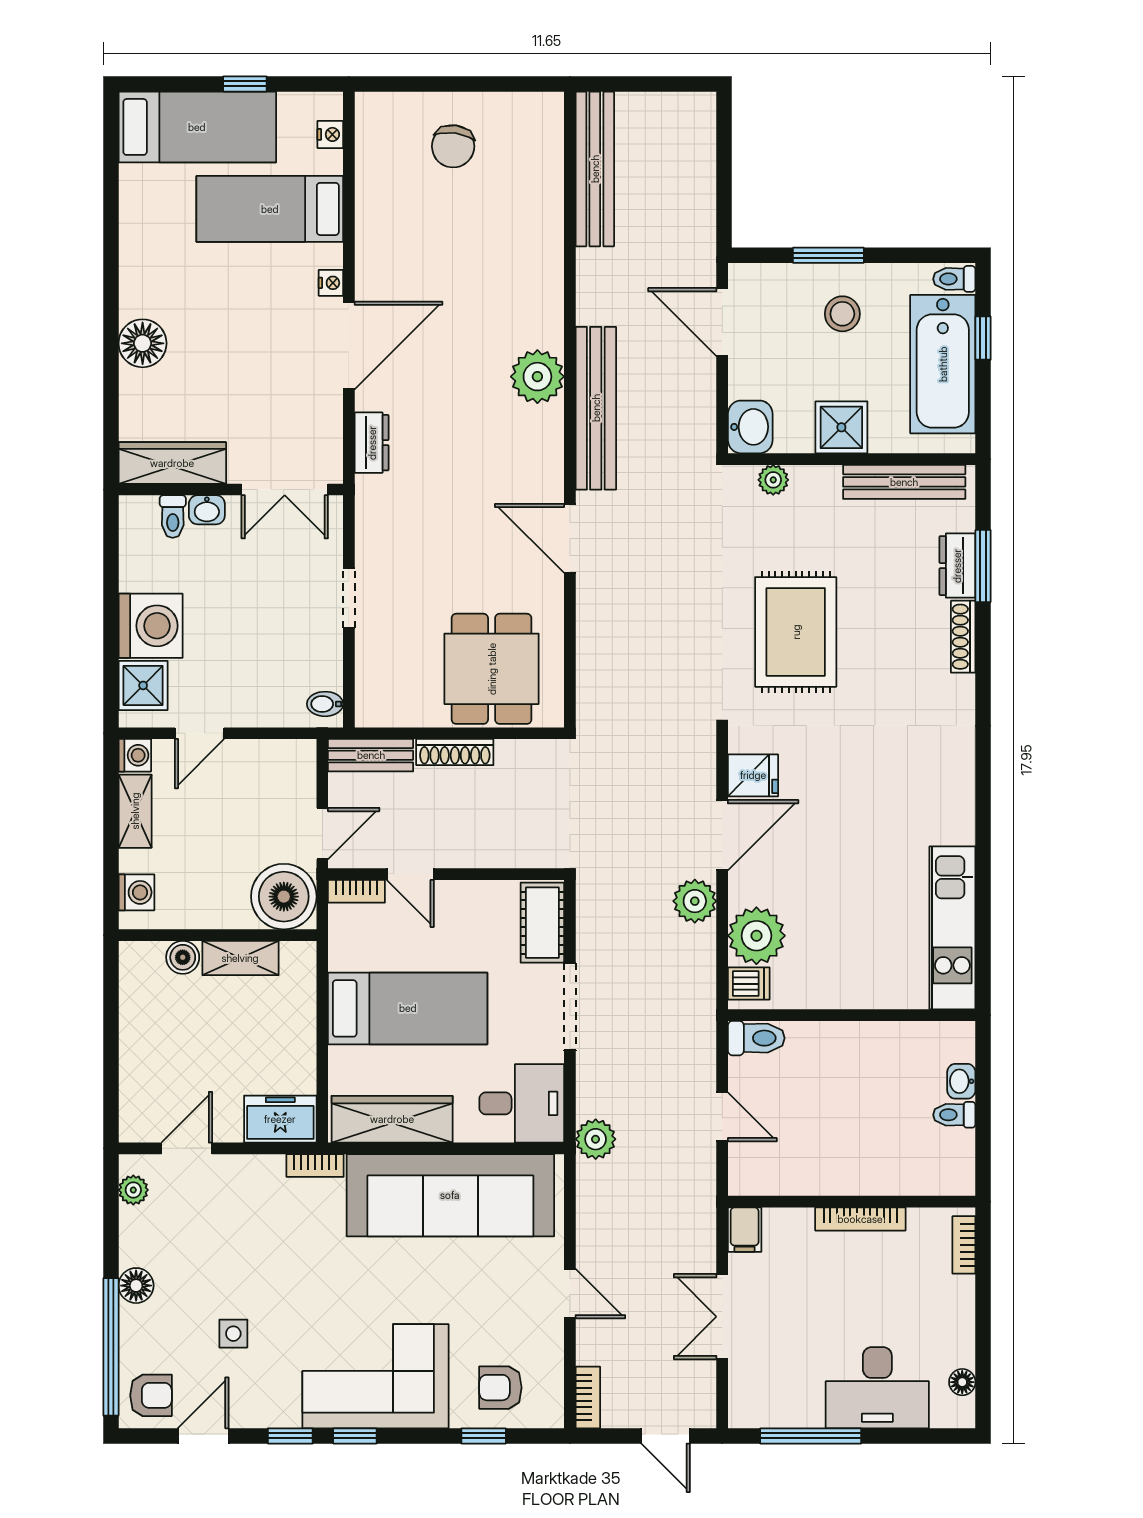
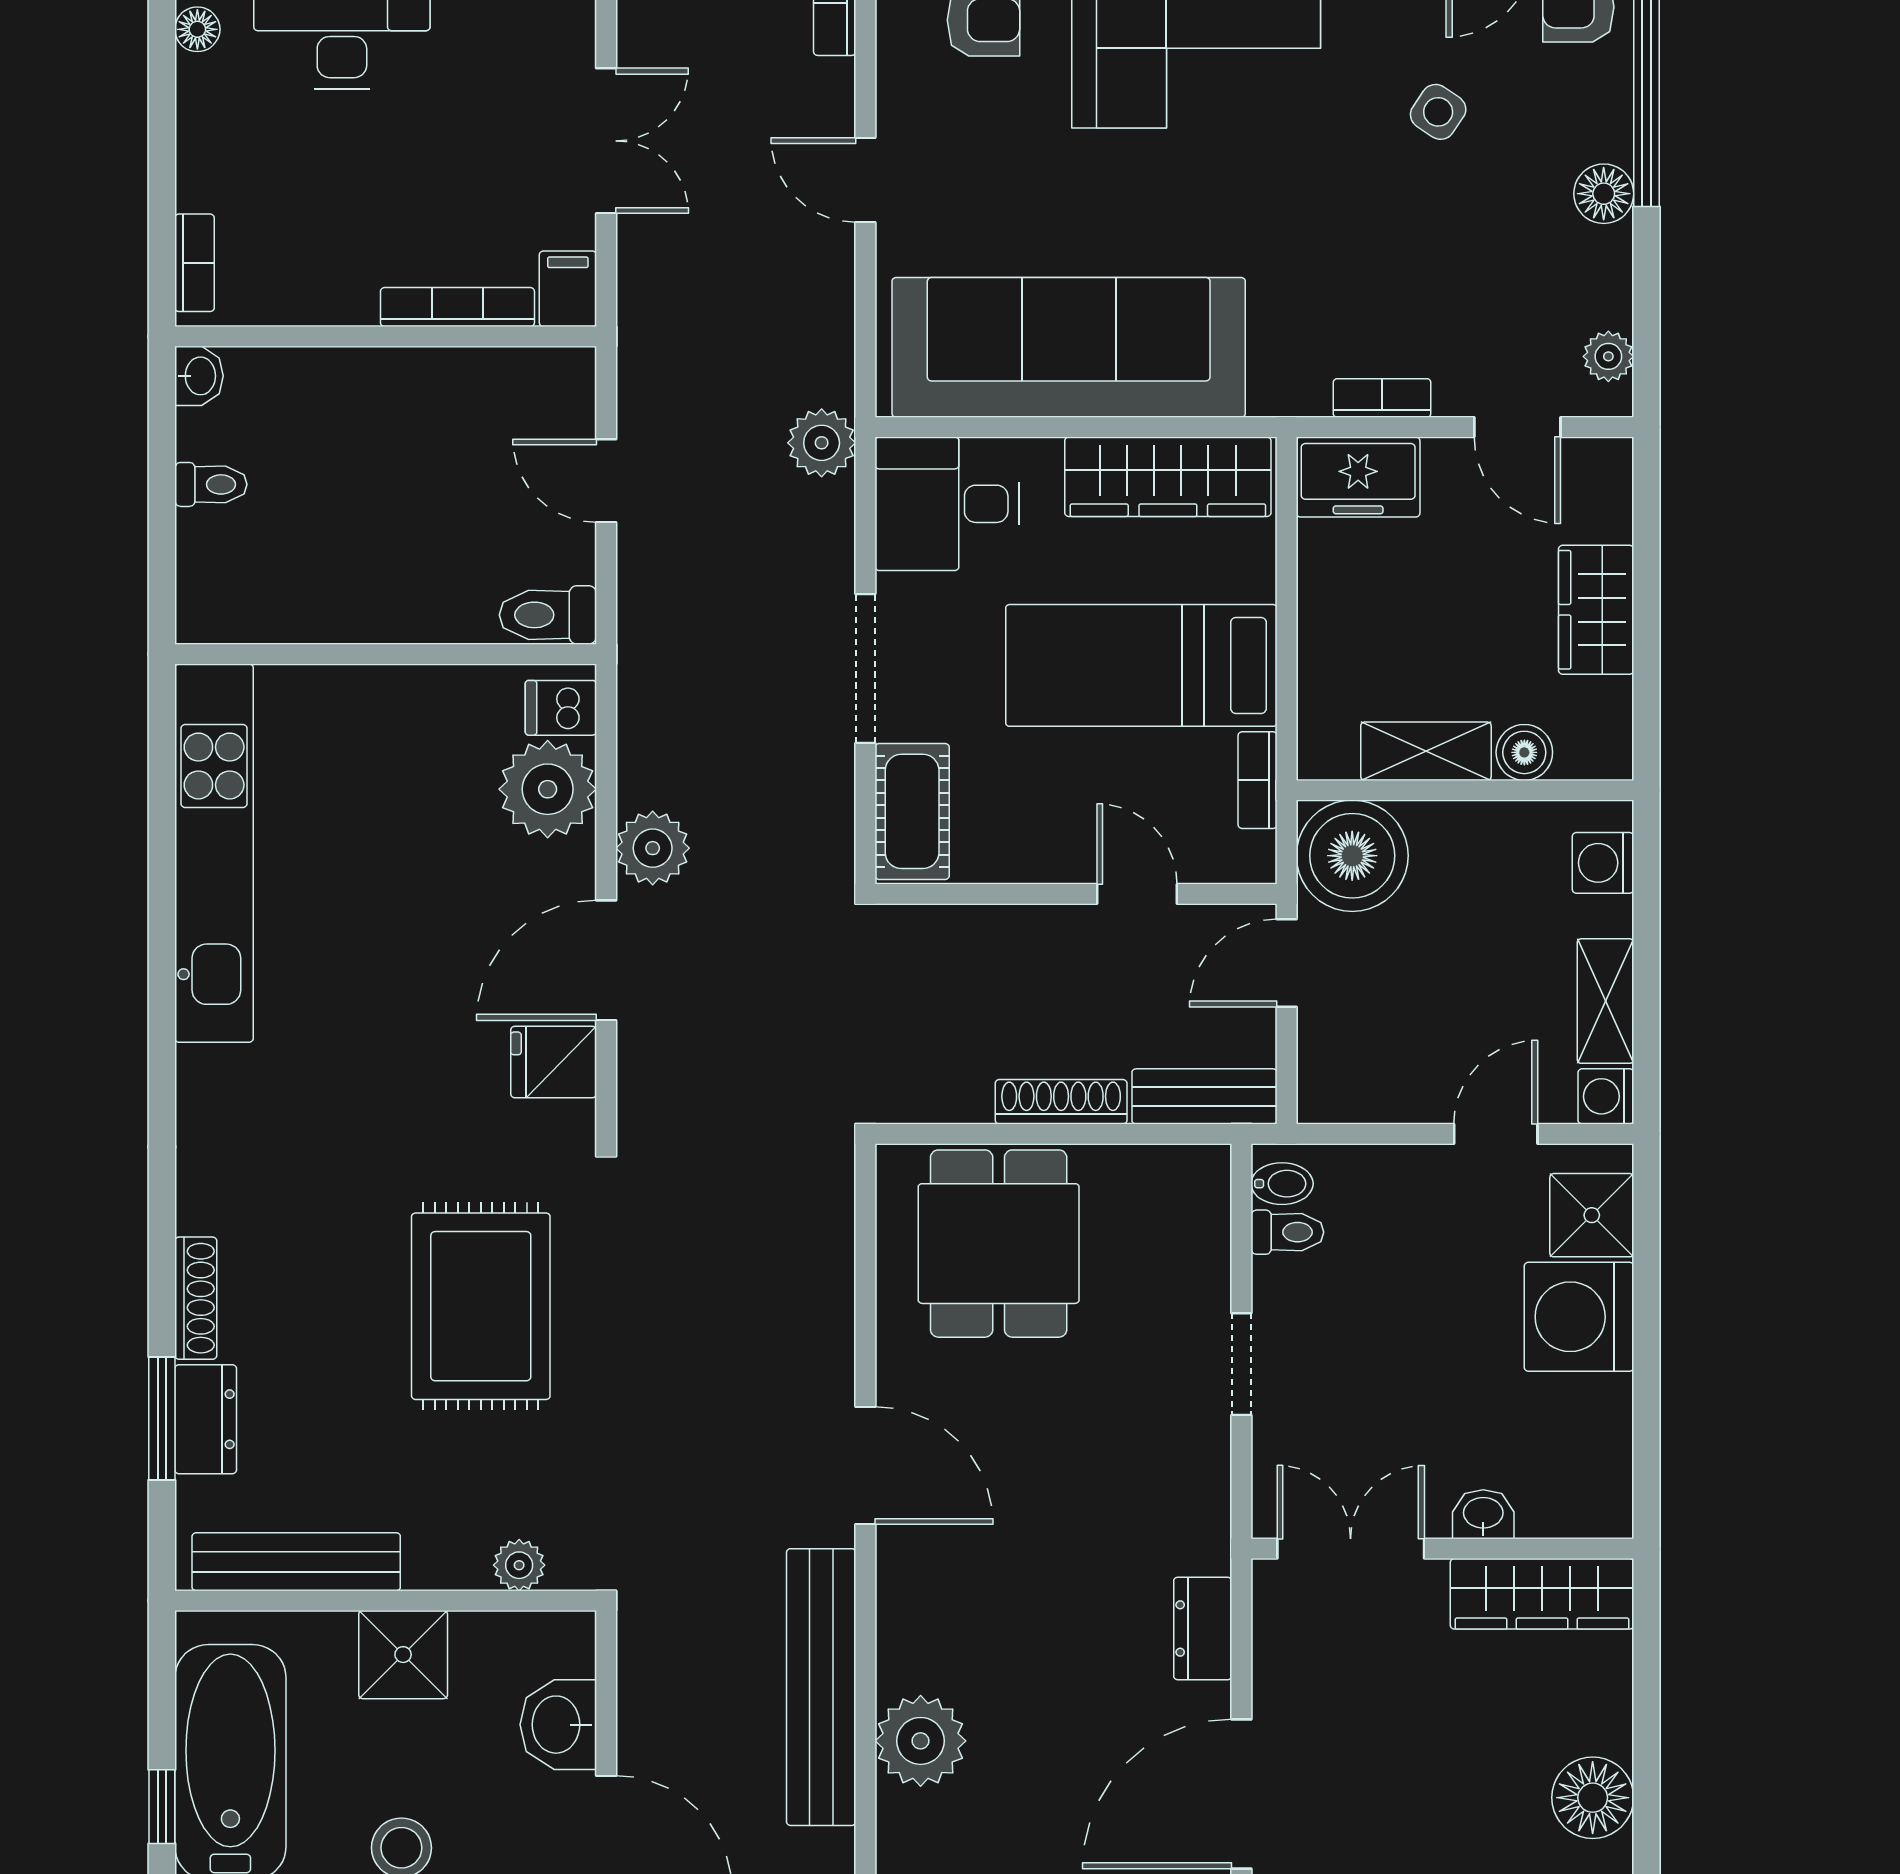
washbasin: (750, 427) -> (558, 1725), moved
toilet: (173, 517) -> (1287, 1232), moved, turned 90
bookcase: (356, 891) -> (1258, 780), moved, turned -90
kitchen unit: (952, 928) -> (214, 853), width x1.36
wardrobe: (141, 1041) -> (1596, 610), added
washbasin: (961, 1081) -> (199, 376), moved
door: (187, 1148) -> (1517, 427), hinge flipped
bookcase: (315, 1166) -> (1382, 398), moved
bookcase: (860, 1219) -> (457, 307), moved
side table: (233, 1334) -> (1438, 112), turned 34

